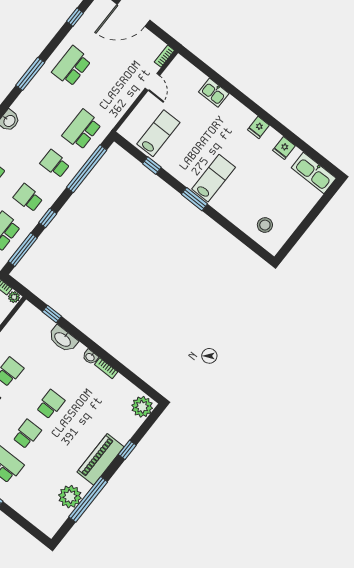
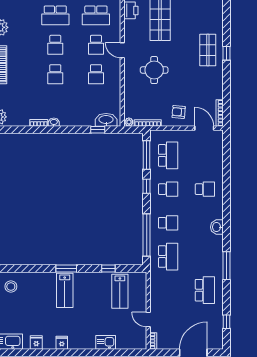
washbasin: (63, 339) -> (106, 120), moved

